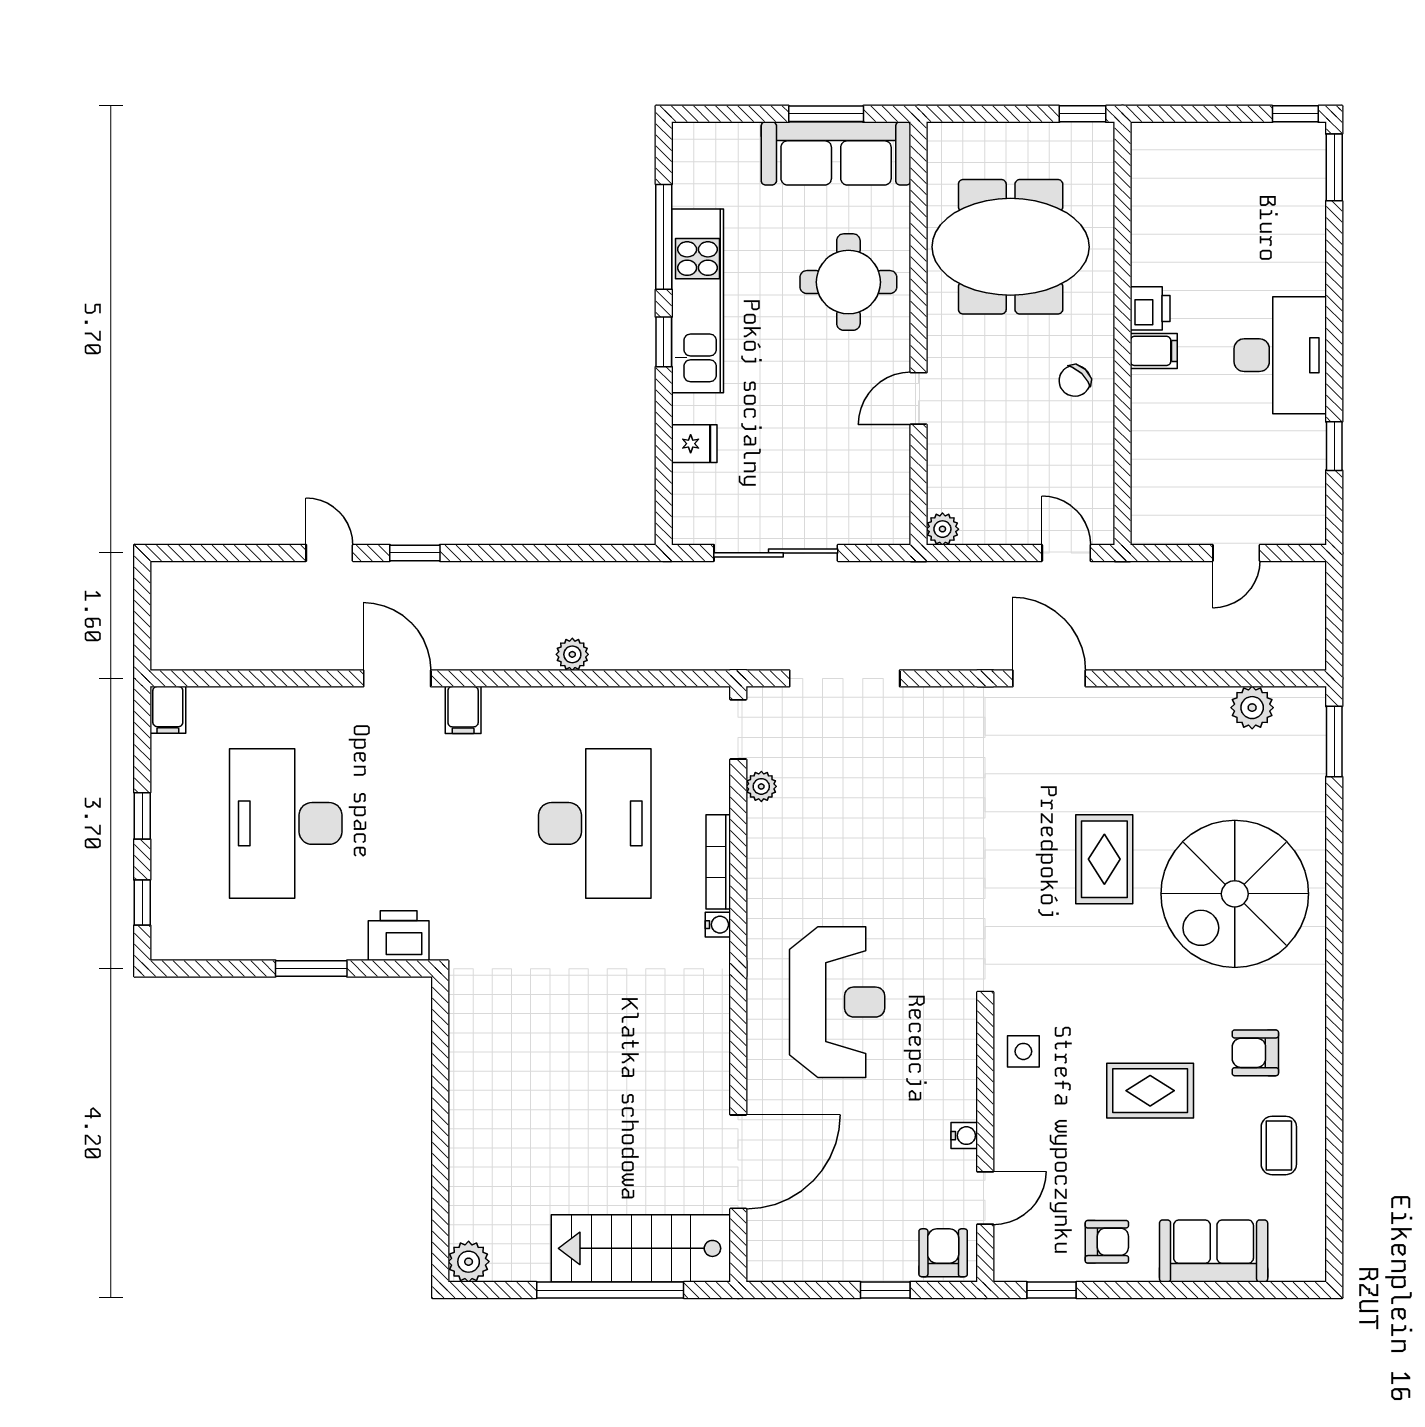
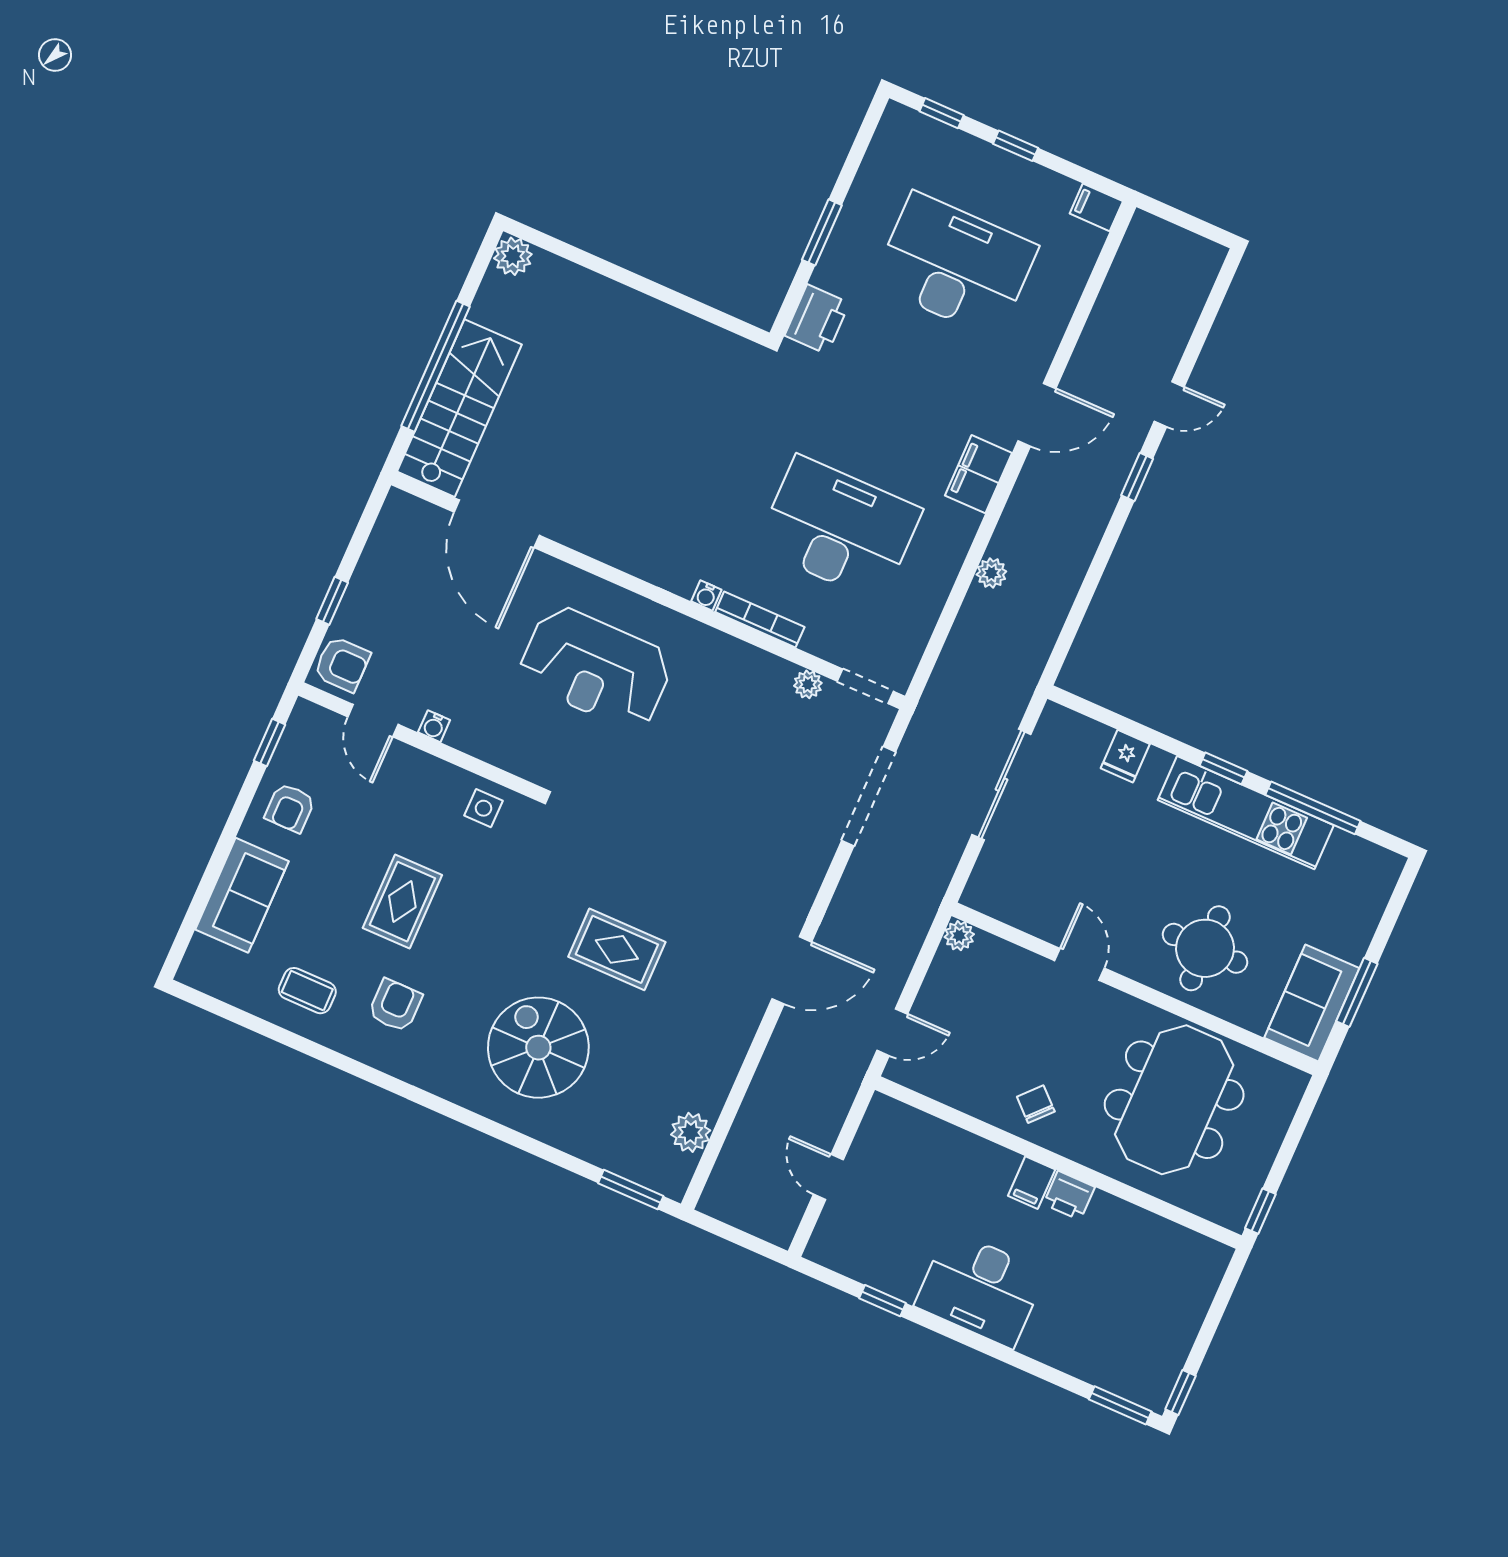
sofa: (836, 153) -> (1312, 1003), width x0.73
filing cabinet: (463, 710) -> (978, 474), width x2.00
desk: (595, 823) -> (839, 529), turned 180
spiral stairs: (1235, 894) -> (538, 1048), width x0.73, depth x0.73

